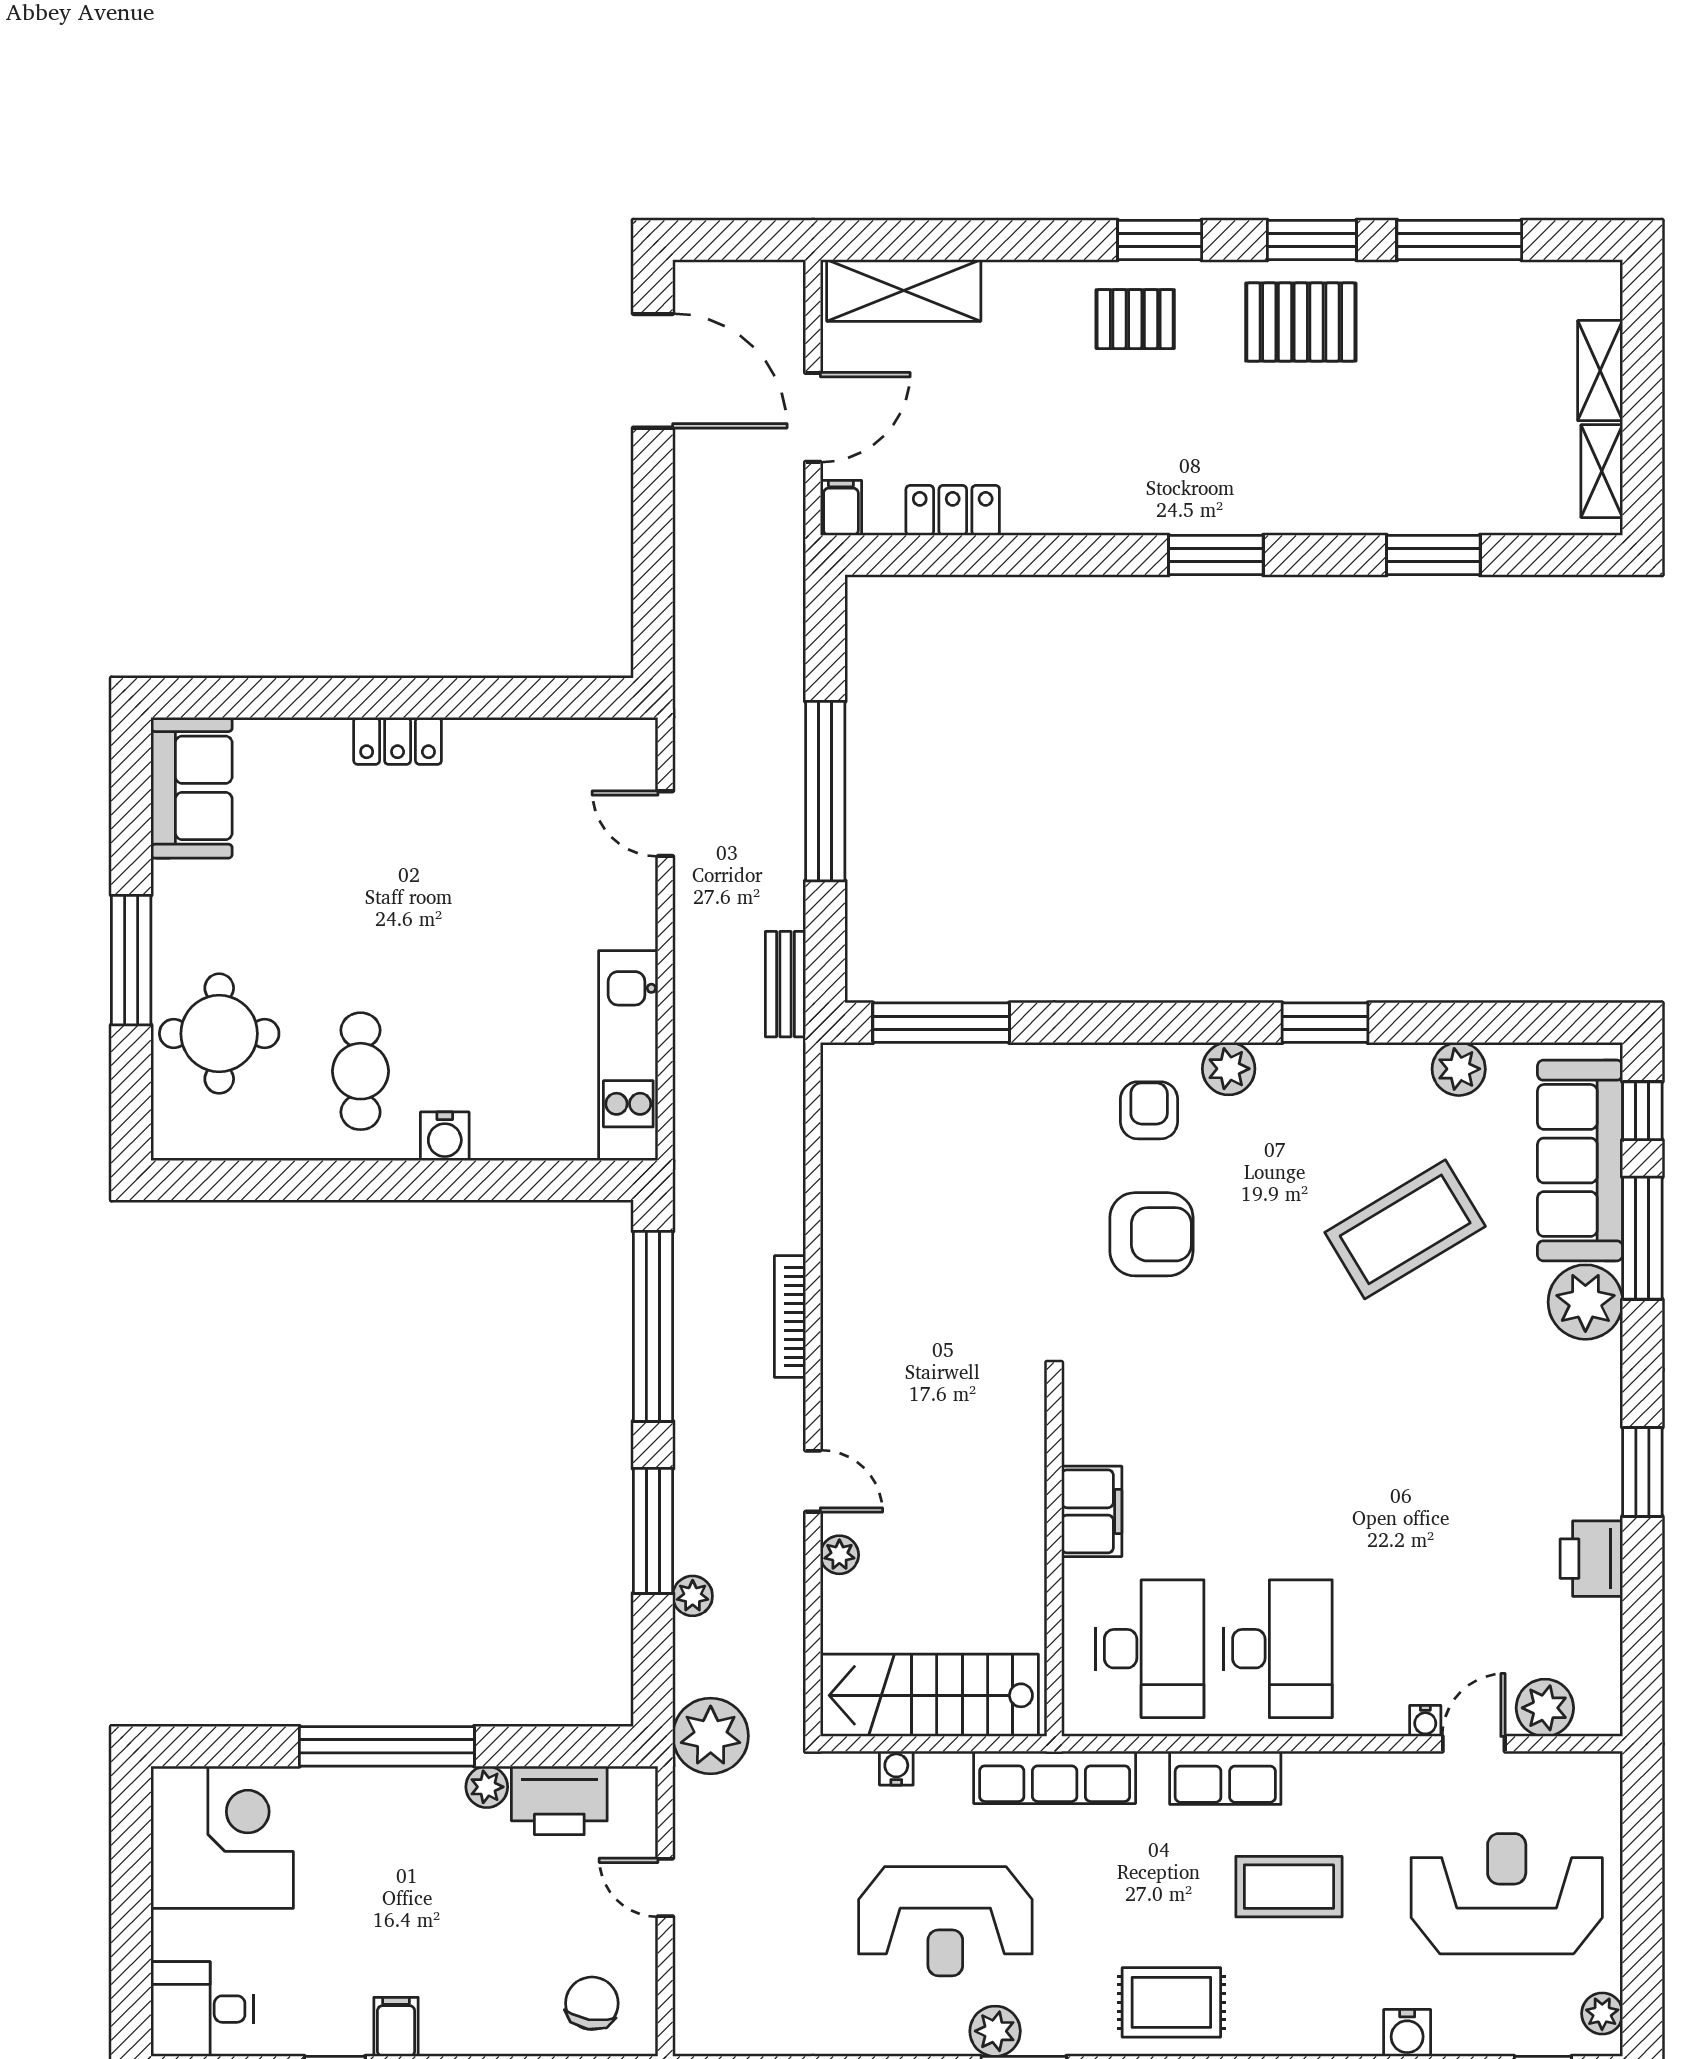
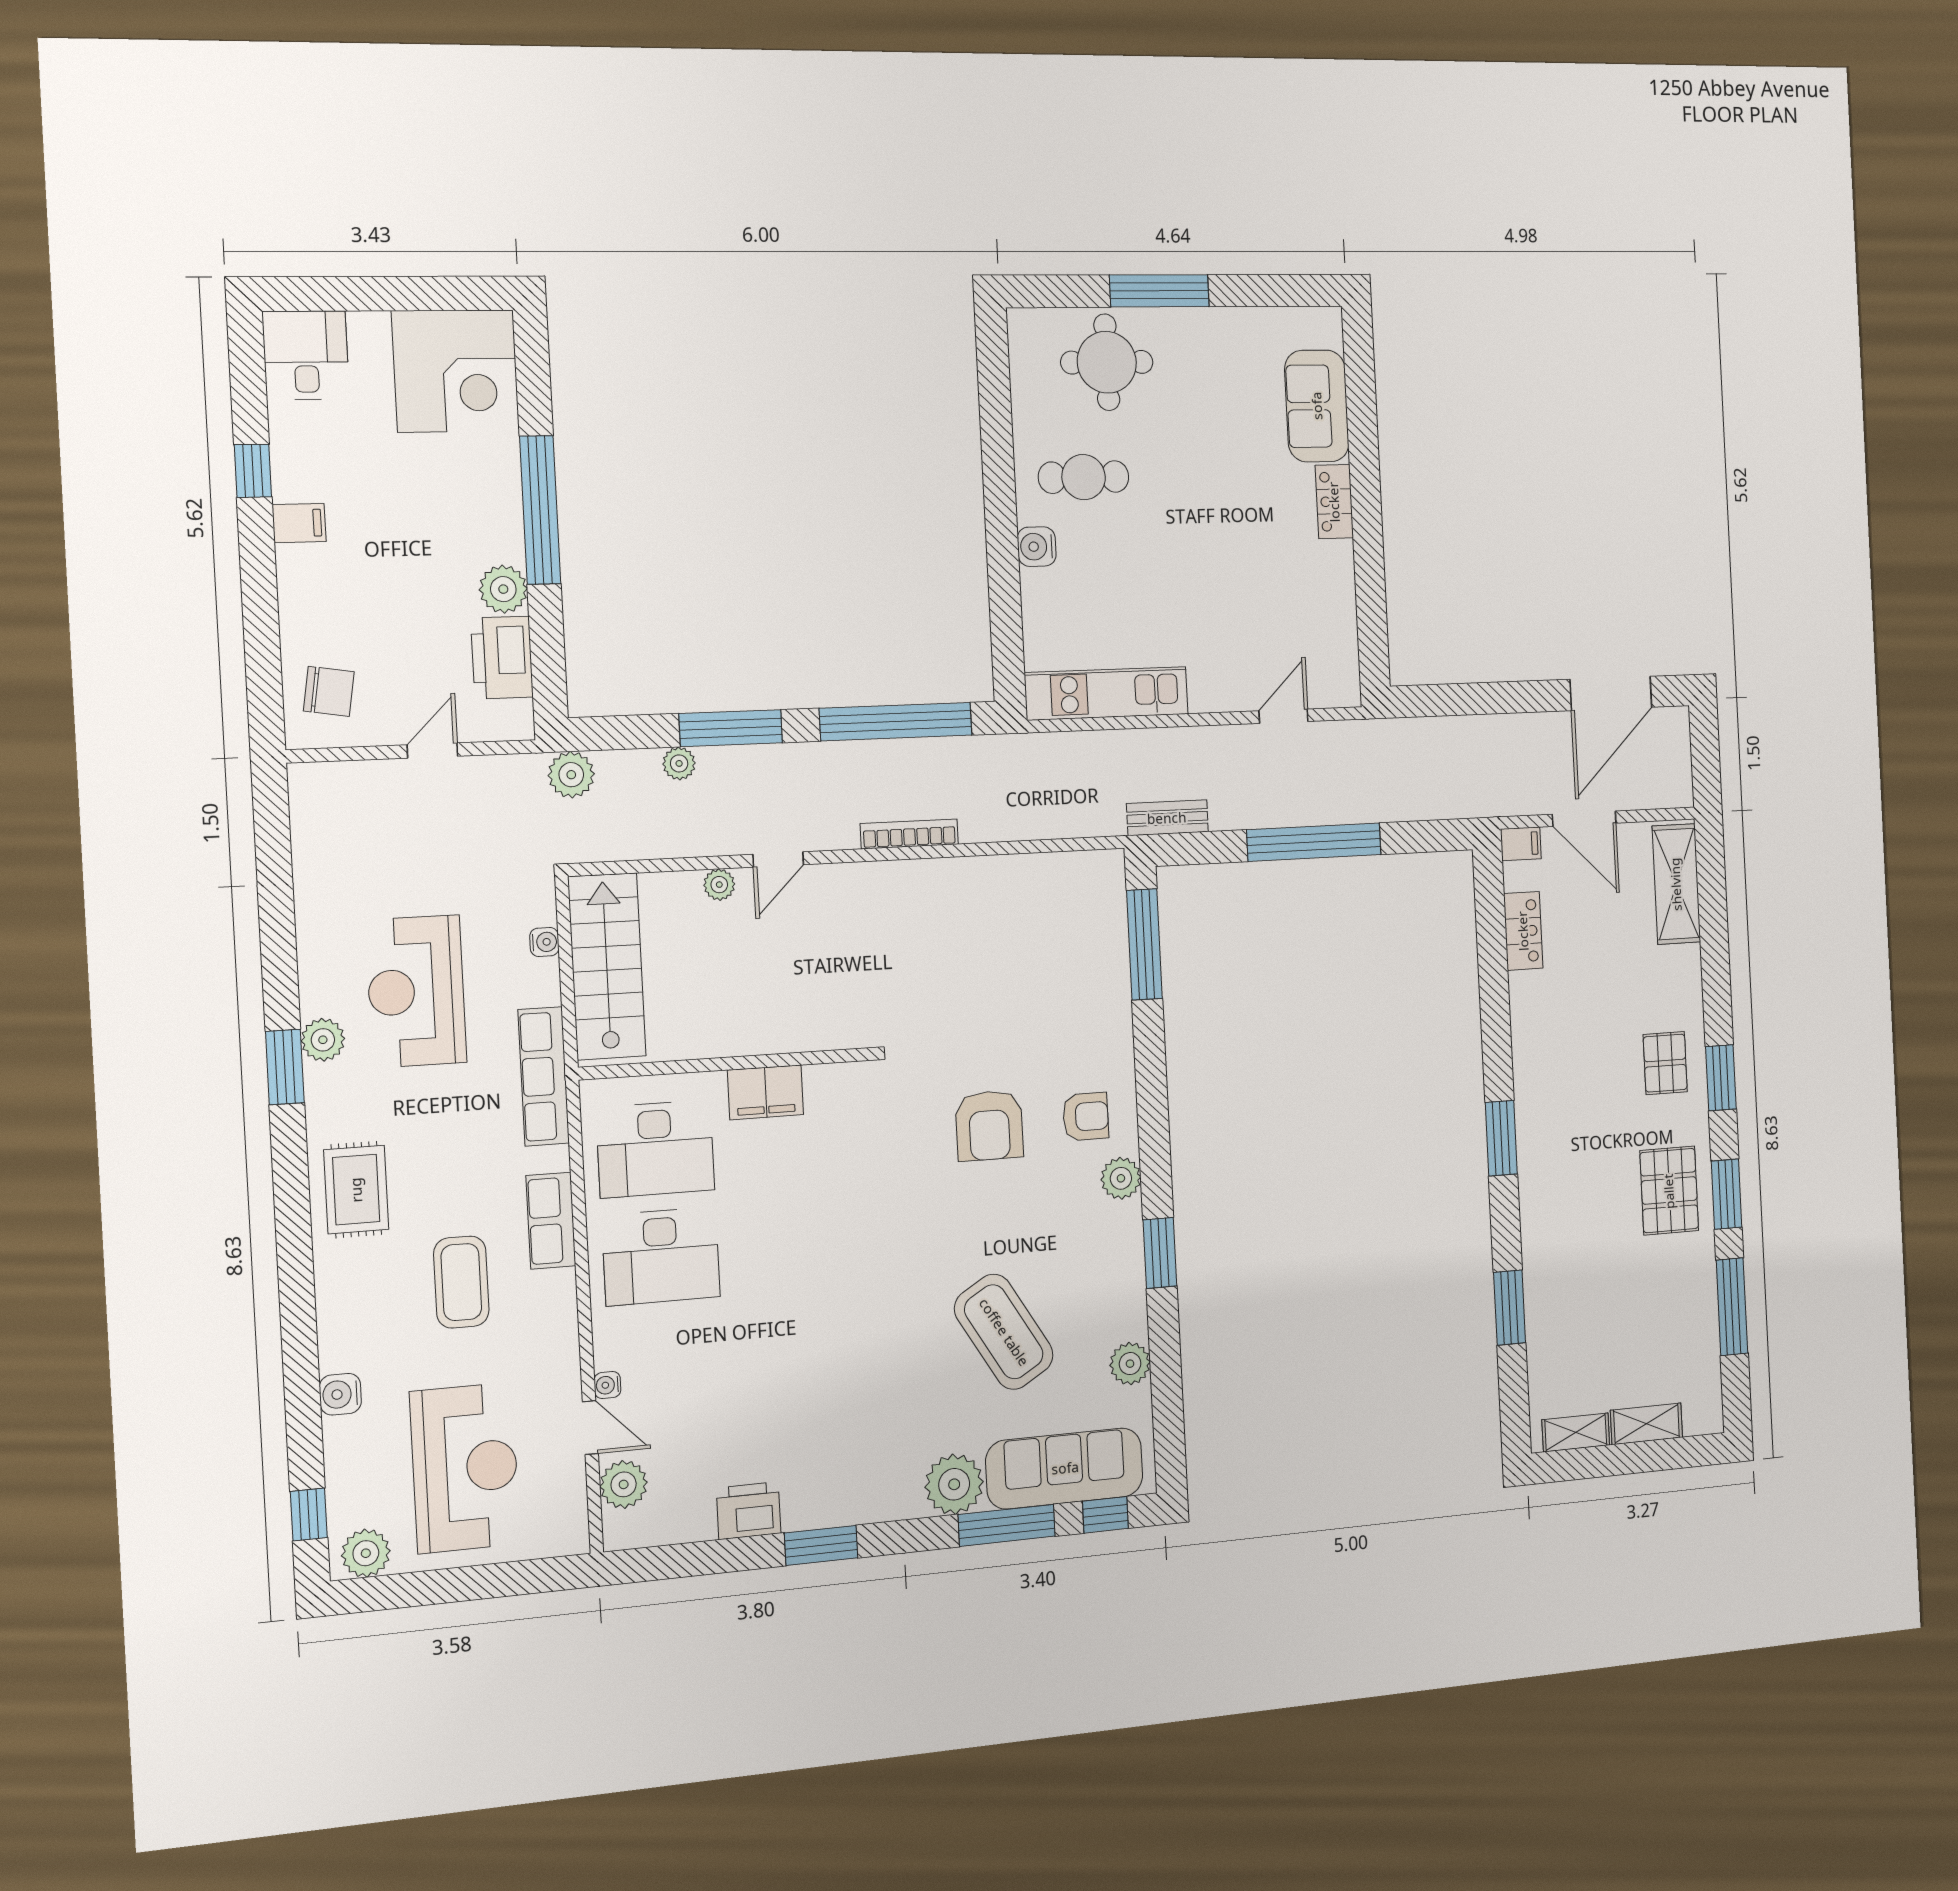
sofa: (192, 788) -> (1317, 406), moved, turned 90
plant: (711, 1736) -> (571, 775), width x0.73, depth x0.73
plant: (487, 1787) -> (503, 589), width x1.38, depth x1.38
plant: (1602, 2013) -> (366, 1553), width x1.38, depth x1.38

